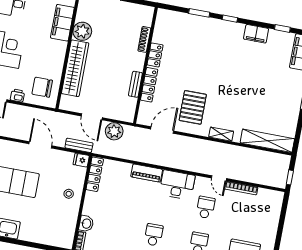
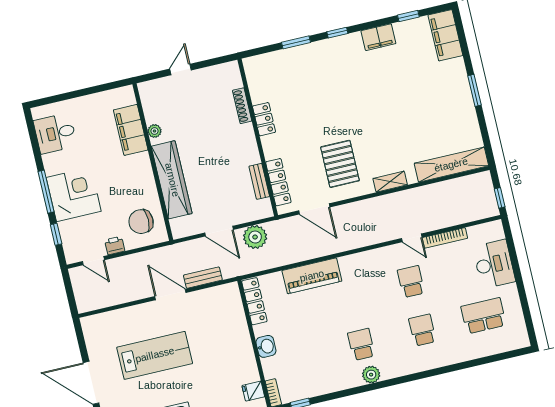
plant: (82, 31) -> (155, 131), width x0.53, depth x0.53
bench: (135, 84) -> (259, 181), moved
locker: (149, 85) -> (278, 182), moved
door: (162, 130) -> (314, 209), swing flipped
bench: (79, 145) -> (203, 278), moved
fridge: (81, 160) -> (253, 391), moved
piano: (147, 173) -> (312, 276), width x1.37, depth x1.33
desk: (177, 185) -> (494, 264), moved, turned 90
stool: (69, 194) -> (233, 340), removed
washbasin: (86, 224) -> (266, 346), moved

